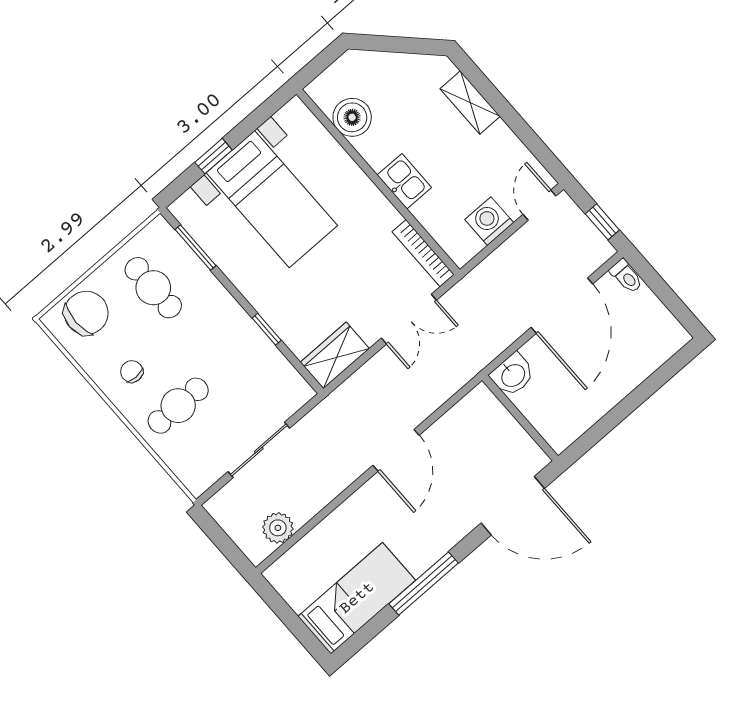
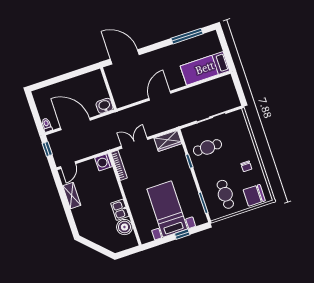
shelving: (470, 103) -> (72, 196), moved
kitchen sink: (404, 181) -> (120, 210), moved
washing machine: (489, 221) -> (104, 162), moved, turned 90
door: (562, 306) -> (75, 124), hinge flipped
cafe table: (178, 406) -> (207, 147), moved
plant: (278, 528) -> (216, 85), removed
window: (424, 583) -> (187, 36), moved
bed: (357, 598) -> (205, 68), moved

